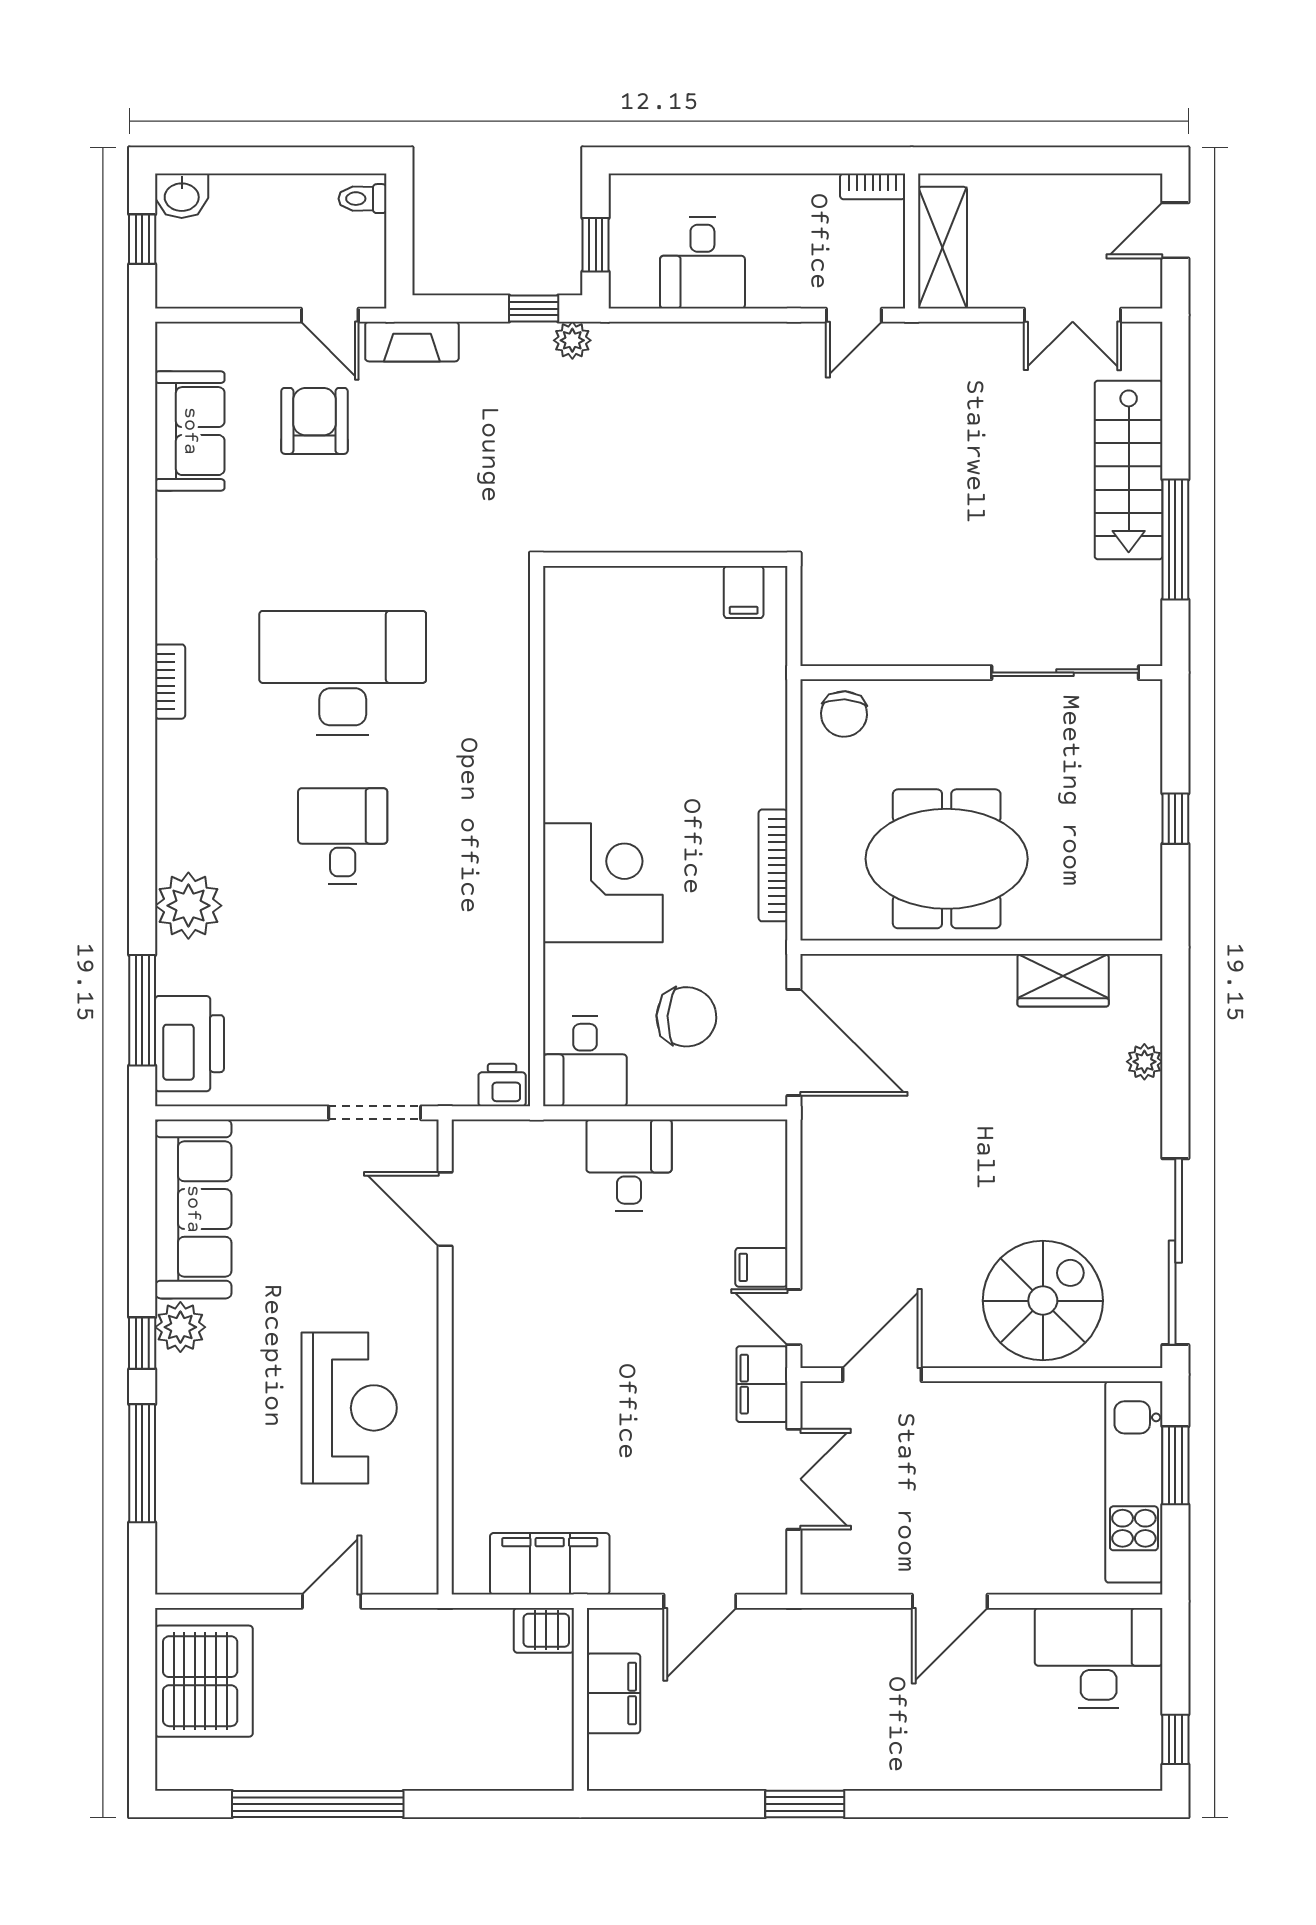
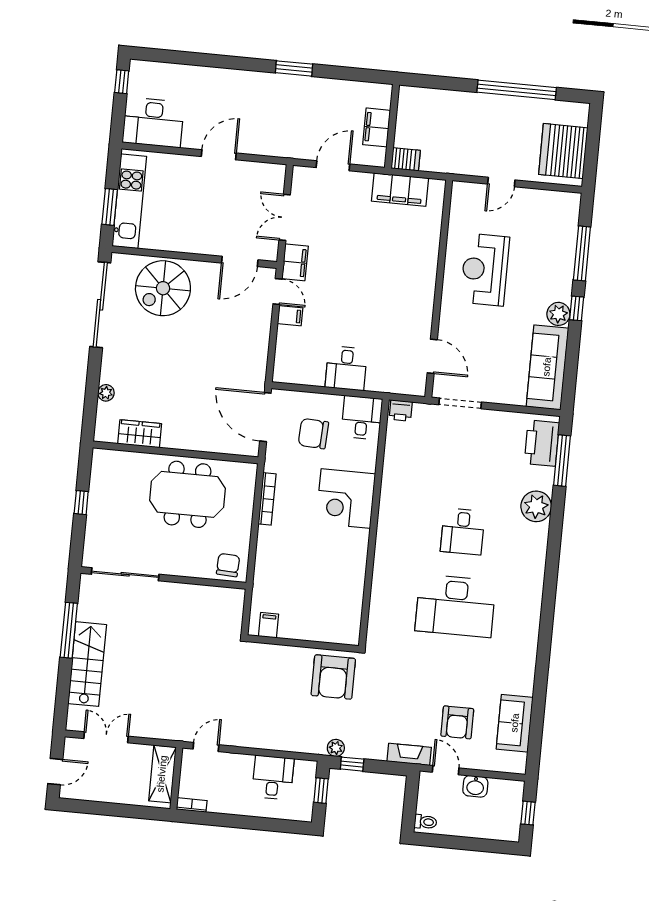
washbasin: (182, 196) -> (475, 786), moved, turned 180
armchair: (593, 493) -> (333, 677), added
bookcase: (170, 682) -> (535, 610), removed

